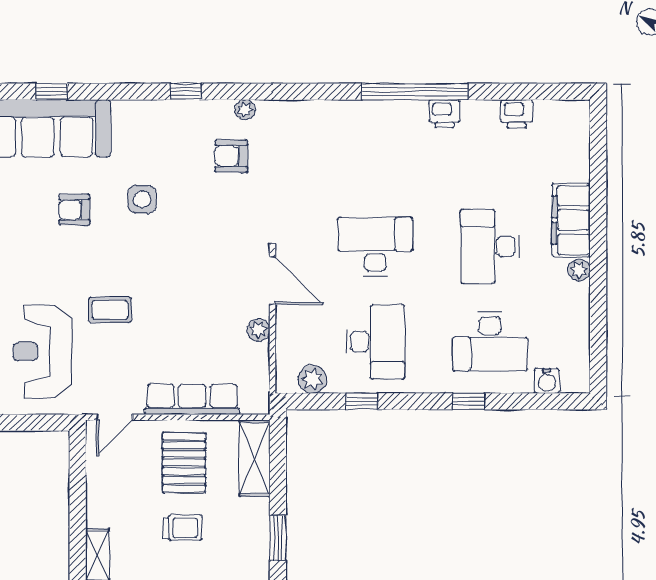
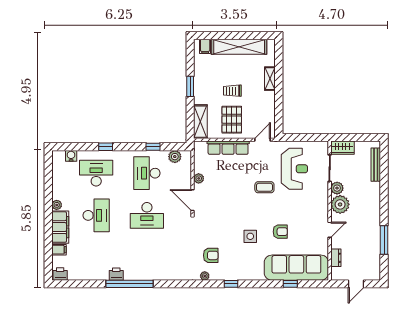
printer: (517, 114) -> (60, 274), moved
filing cabinet: (574, 169) -> (59, 250), added

